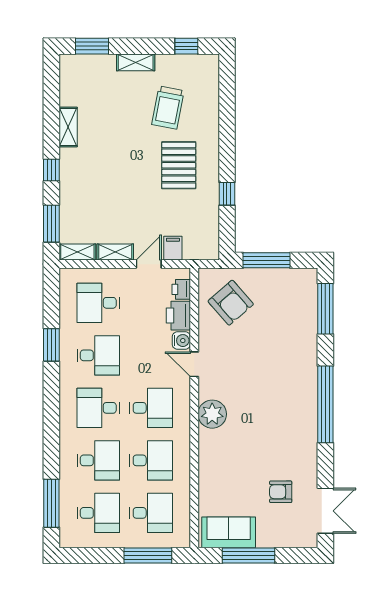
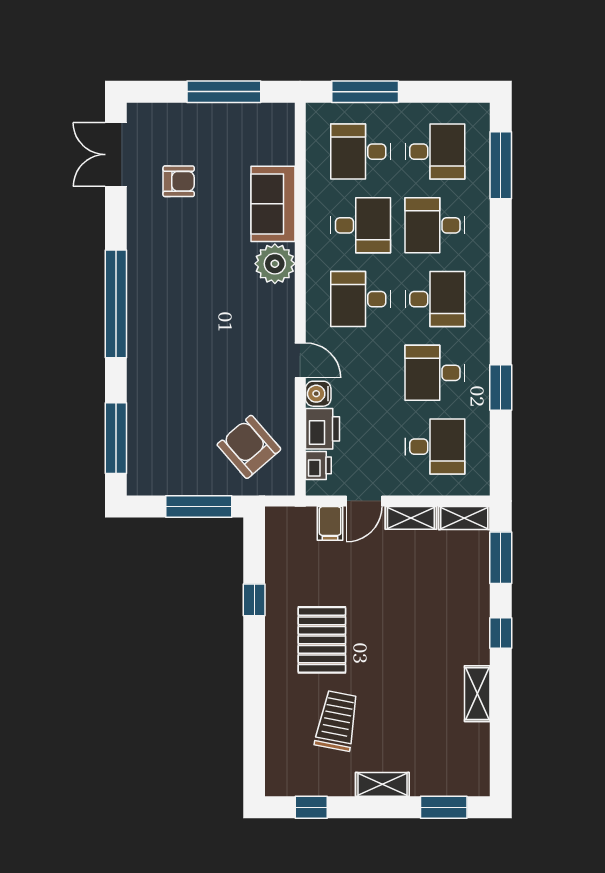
plant: (212, 414) -> (275, 264), moved
desk: (151, 460) -> (361, 225), turned 180
desk: (98, 513) -> (435, 152), turned 180
sofa: (229, 532) -> (273, 204), moved, turned 90

